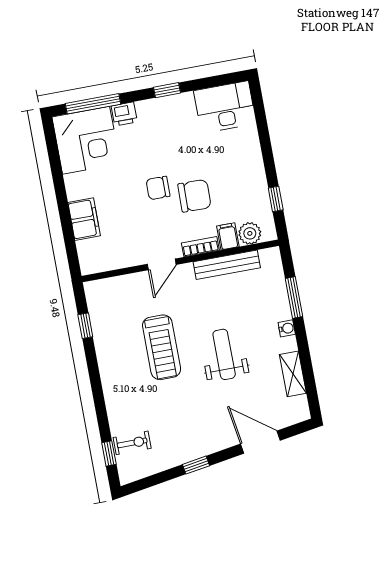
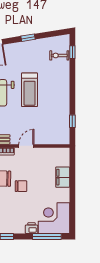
treadmill: (162, 347) -> (30, 90), moved, turned 180

